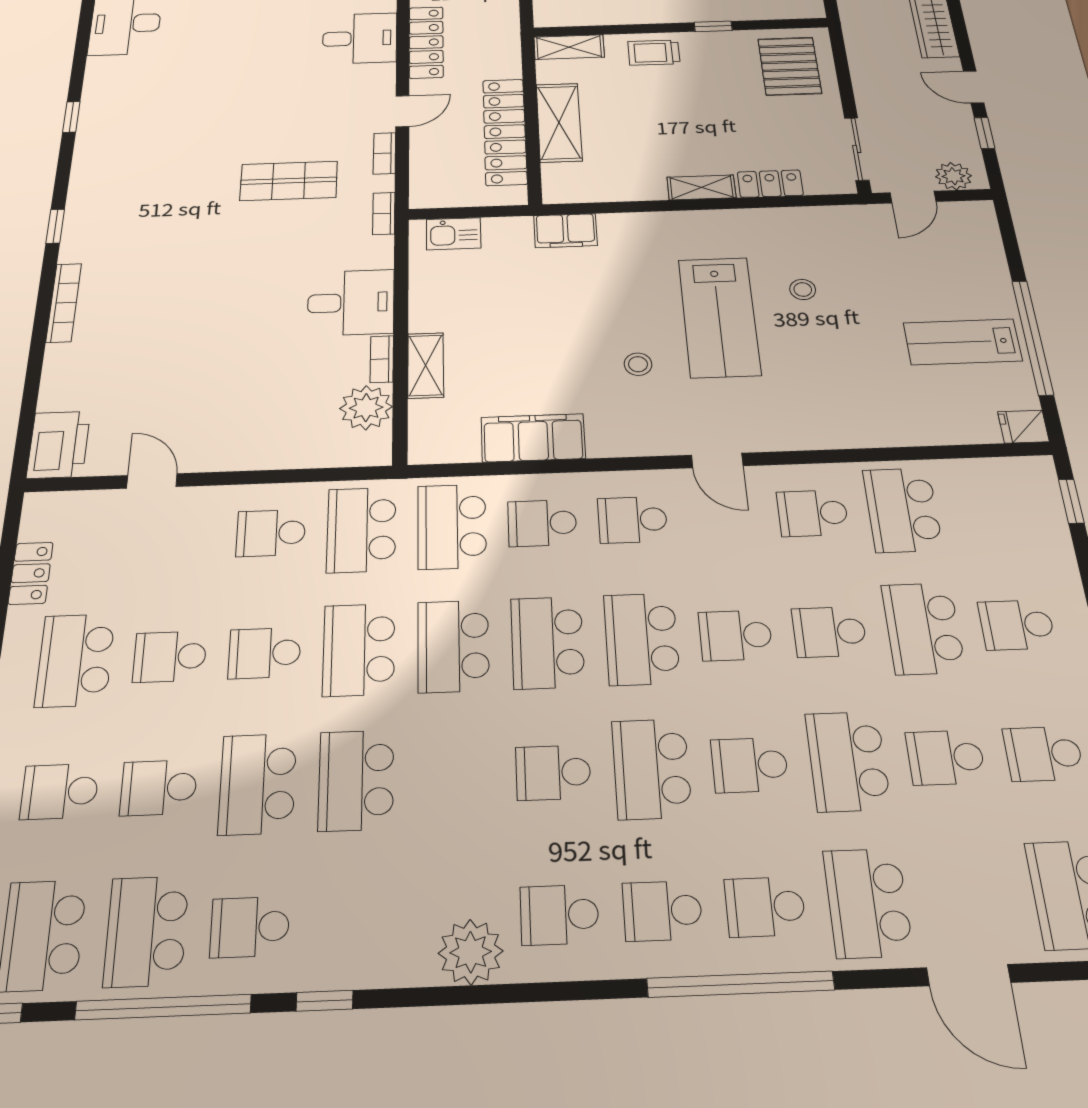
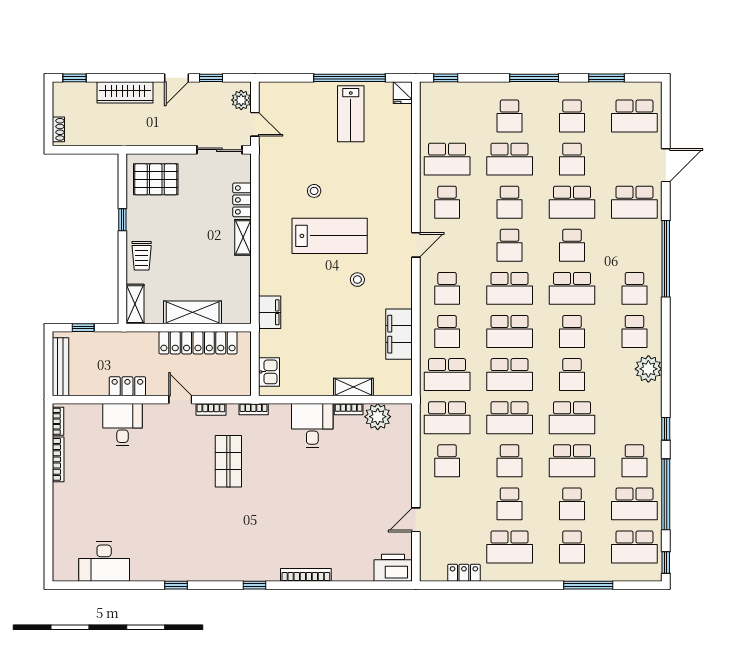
locker: (426, 42) -> (127, 386), width x0.66
school desk: (765, 907) -> (572, 375), moved

